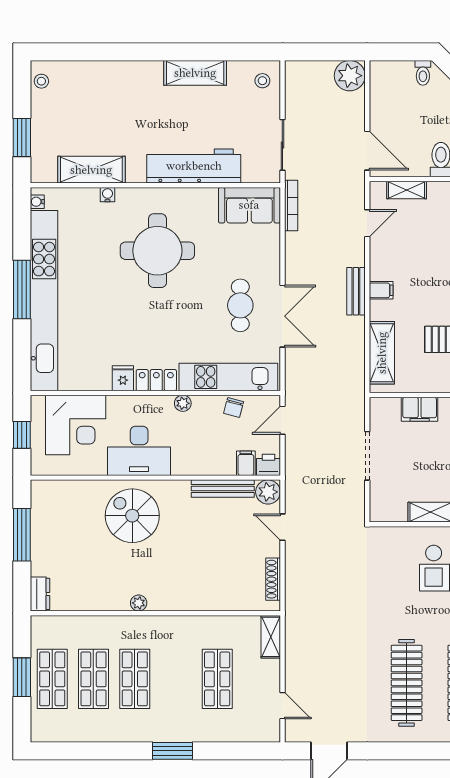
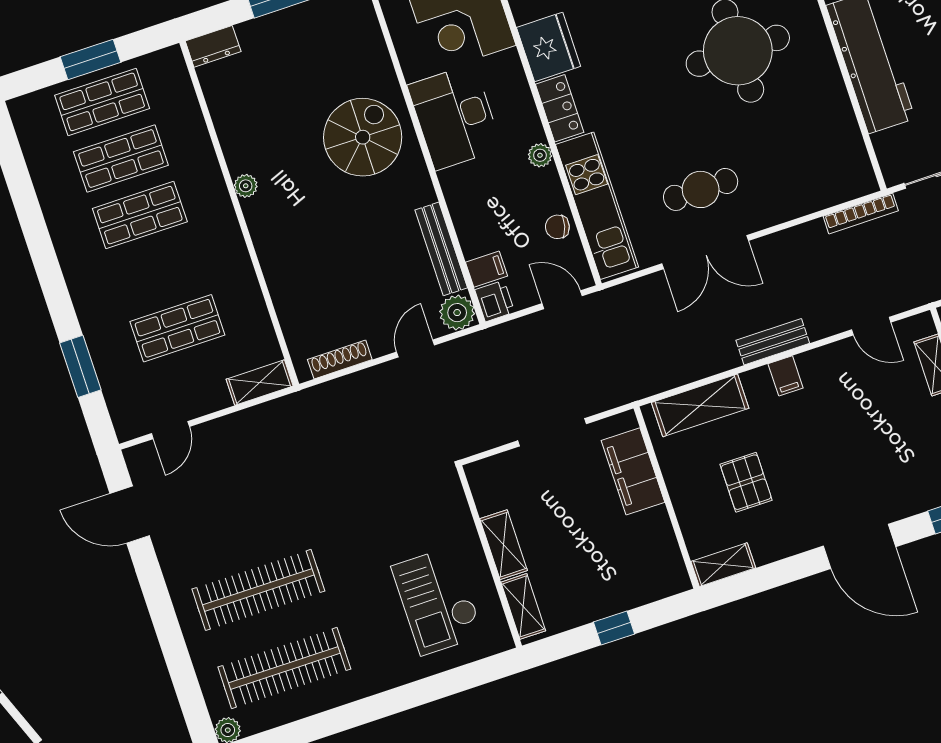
sofa: (249, 205) -> (842, 156), removed
fridge: (123, 378) -> (549, 47), width x1.88, depth x1.34
filing cabinet: (420, 409) -> (633, 471), width x1.50, depth x1.17
window: (173, 751) -> (80, 366), moved

